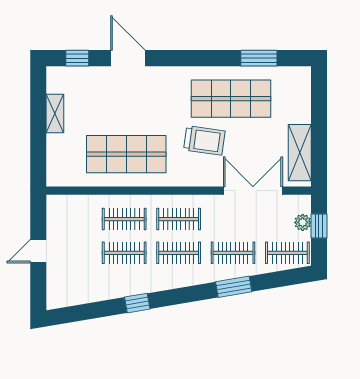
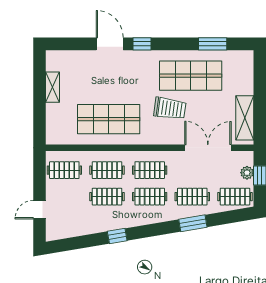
window: (77, 58) -> (142, 44), moved
clothes rail: (70, 219) -> (64, 170), added
door: (38, 251) -> (40, 210), moved

